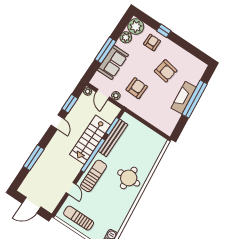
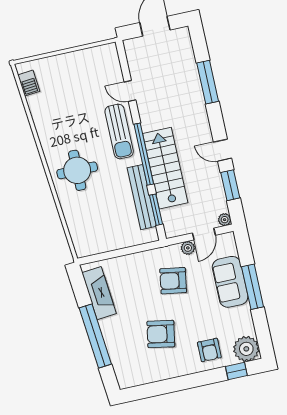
window: (164, 31) -> (236, 371), moved
plant: (126, 37) -> (245, 325), removed
armchair: (137, 88) -> (173, 281), turned 97
door: (103, 94) -> (204, 234), swing flipped
fireplace: (184, 98) -> (99, 293), moved
sun lounger: (79, 218) -> (87, 67), removed

